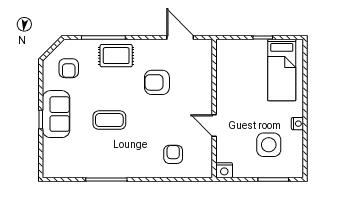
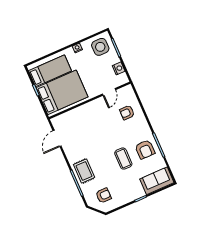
bed: (243, 74) -> (62, 92), added
armchair: (157, 82) -> (145, 149), moved
sofa: (56, 114) -> (157, 181), moved
door: (214, 125) -> (109, 92), moved
side table: (269, 145) -> (100, 47), moved
nightstand: (224, 170) -> (119, 68), moved

